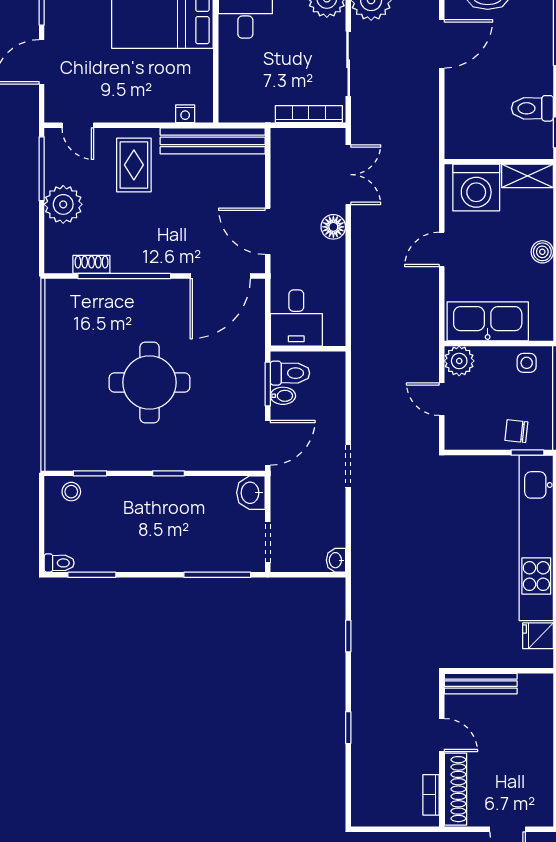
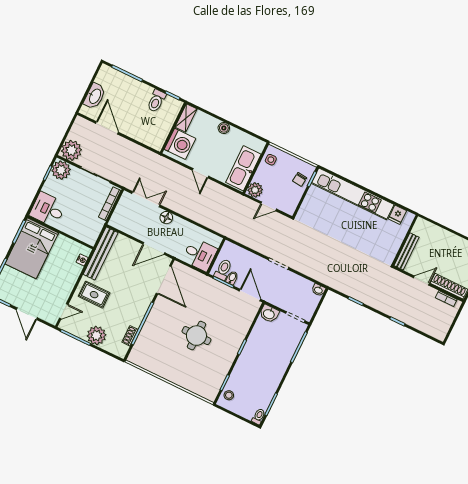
round table: (149, 382) -> (196, 336), width x0.73, depth x0.73

